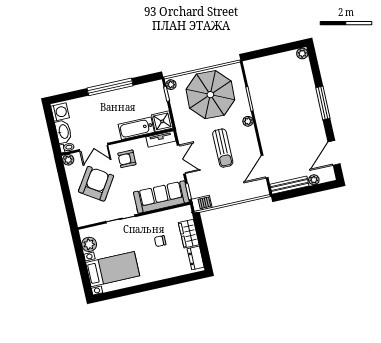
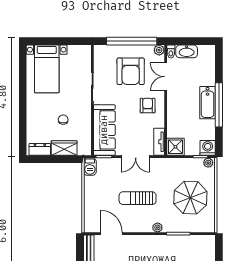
parasol: (210, 95) -> (190, 198), width x0.73, depth x0.73
washing machine: (60, 112) -> (208, 148), moved, turned 180
bathtub: (136, 128) -> (208, 103), moved, turned 180
armchair: (96, 184) -> (131, 71), turned 57
window: (65, 190) -> (132, 41), added
plant: (89, 244) -> (75, 52), removed

